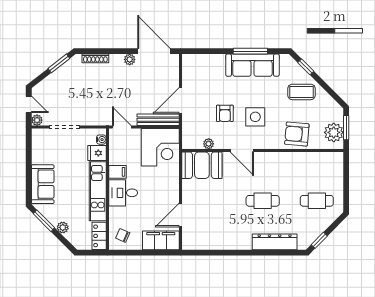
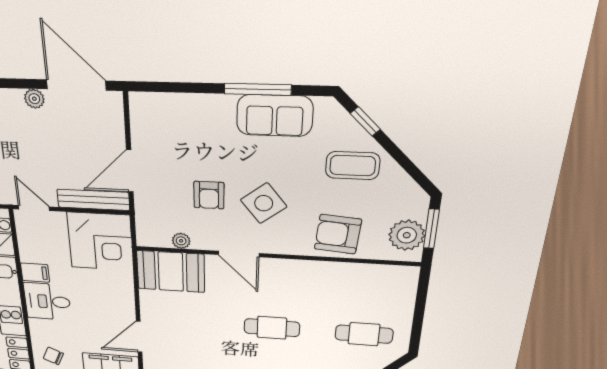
sofa: (252, 65) -> (275, 116), width x0.73
side table: (255, 117) -> (264, 203), turned -38

